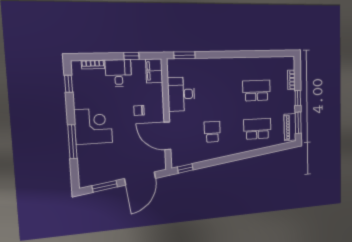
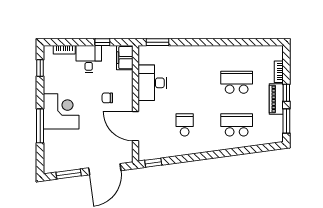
piano: (290, 127) -> (276, 99), moved

